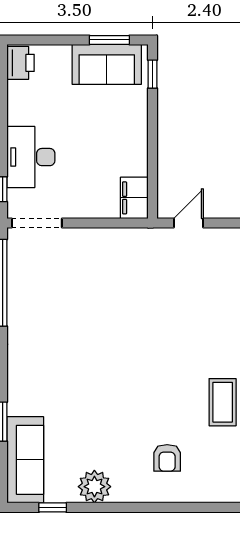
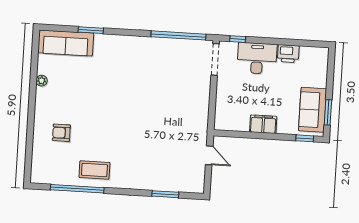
printer: (21, 63) -> (288, 54), moved
filing cabinet: (134, 198) -> (263, 124), moved
plant: (94, 487) -> (42, 81), width x0.53, depth x0.53
window: (53, 507) -> (35, 58), removed

